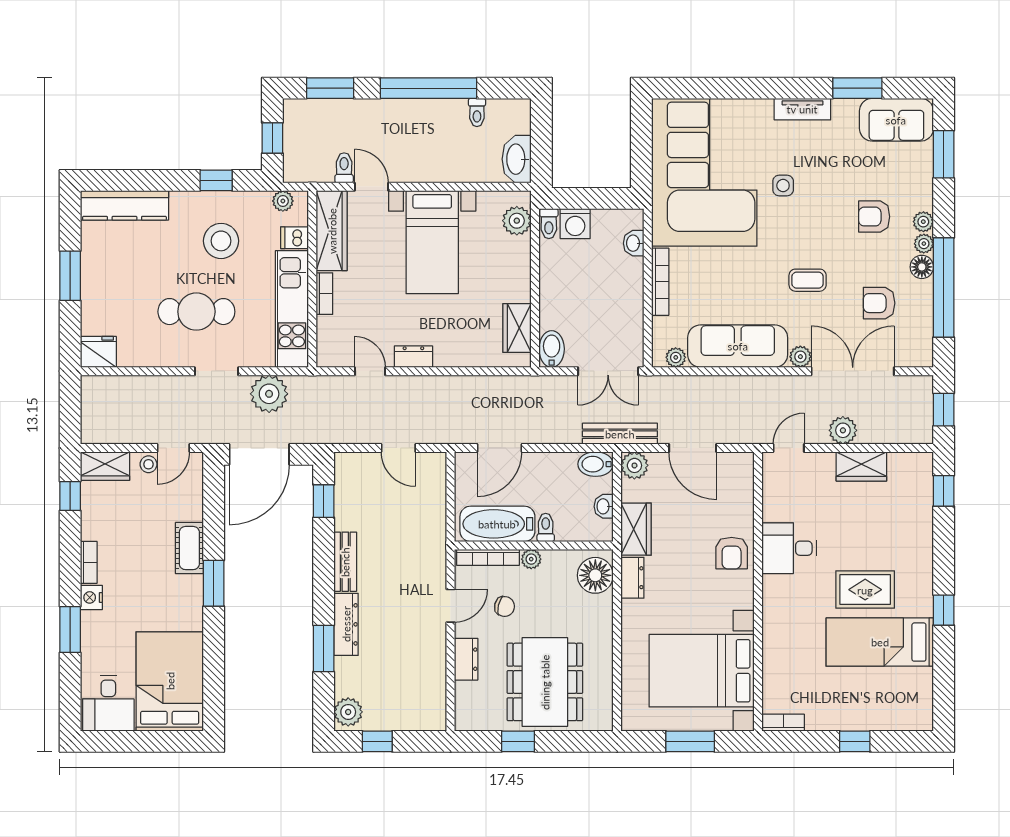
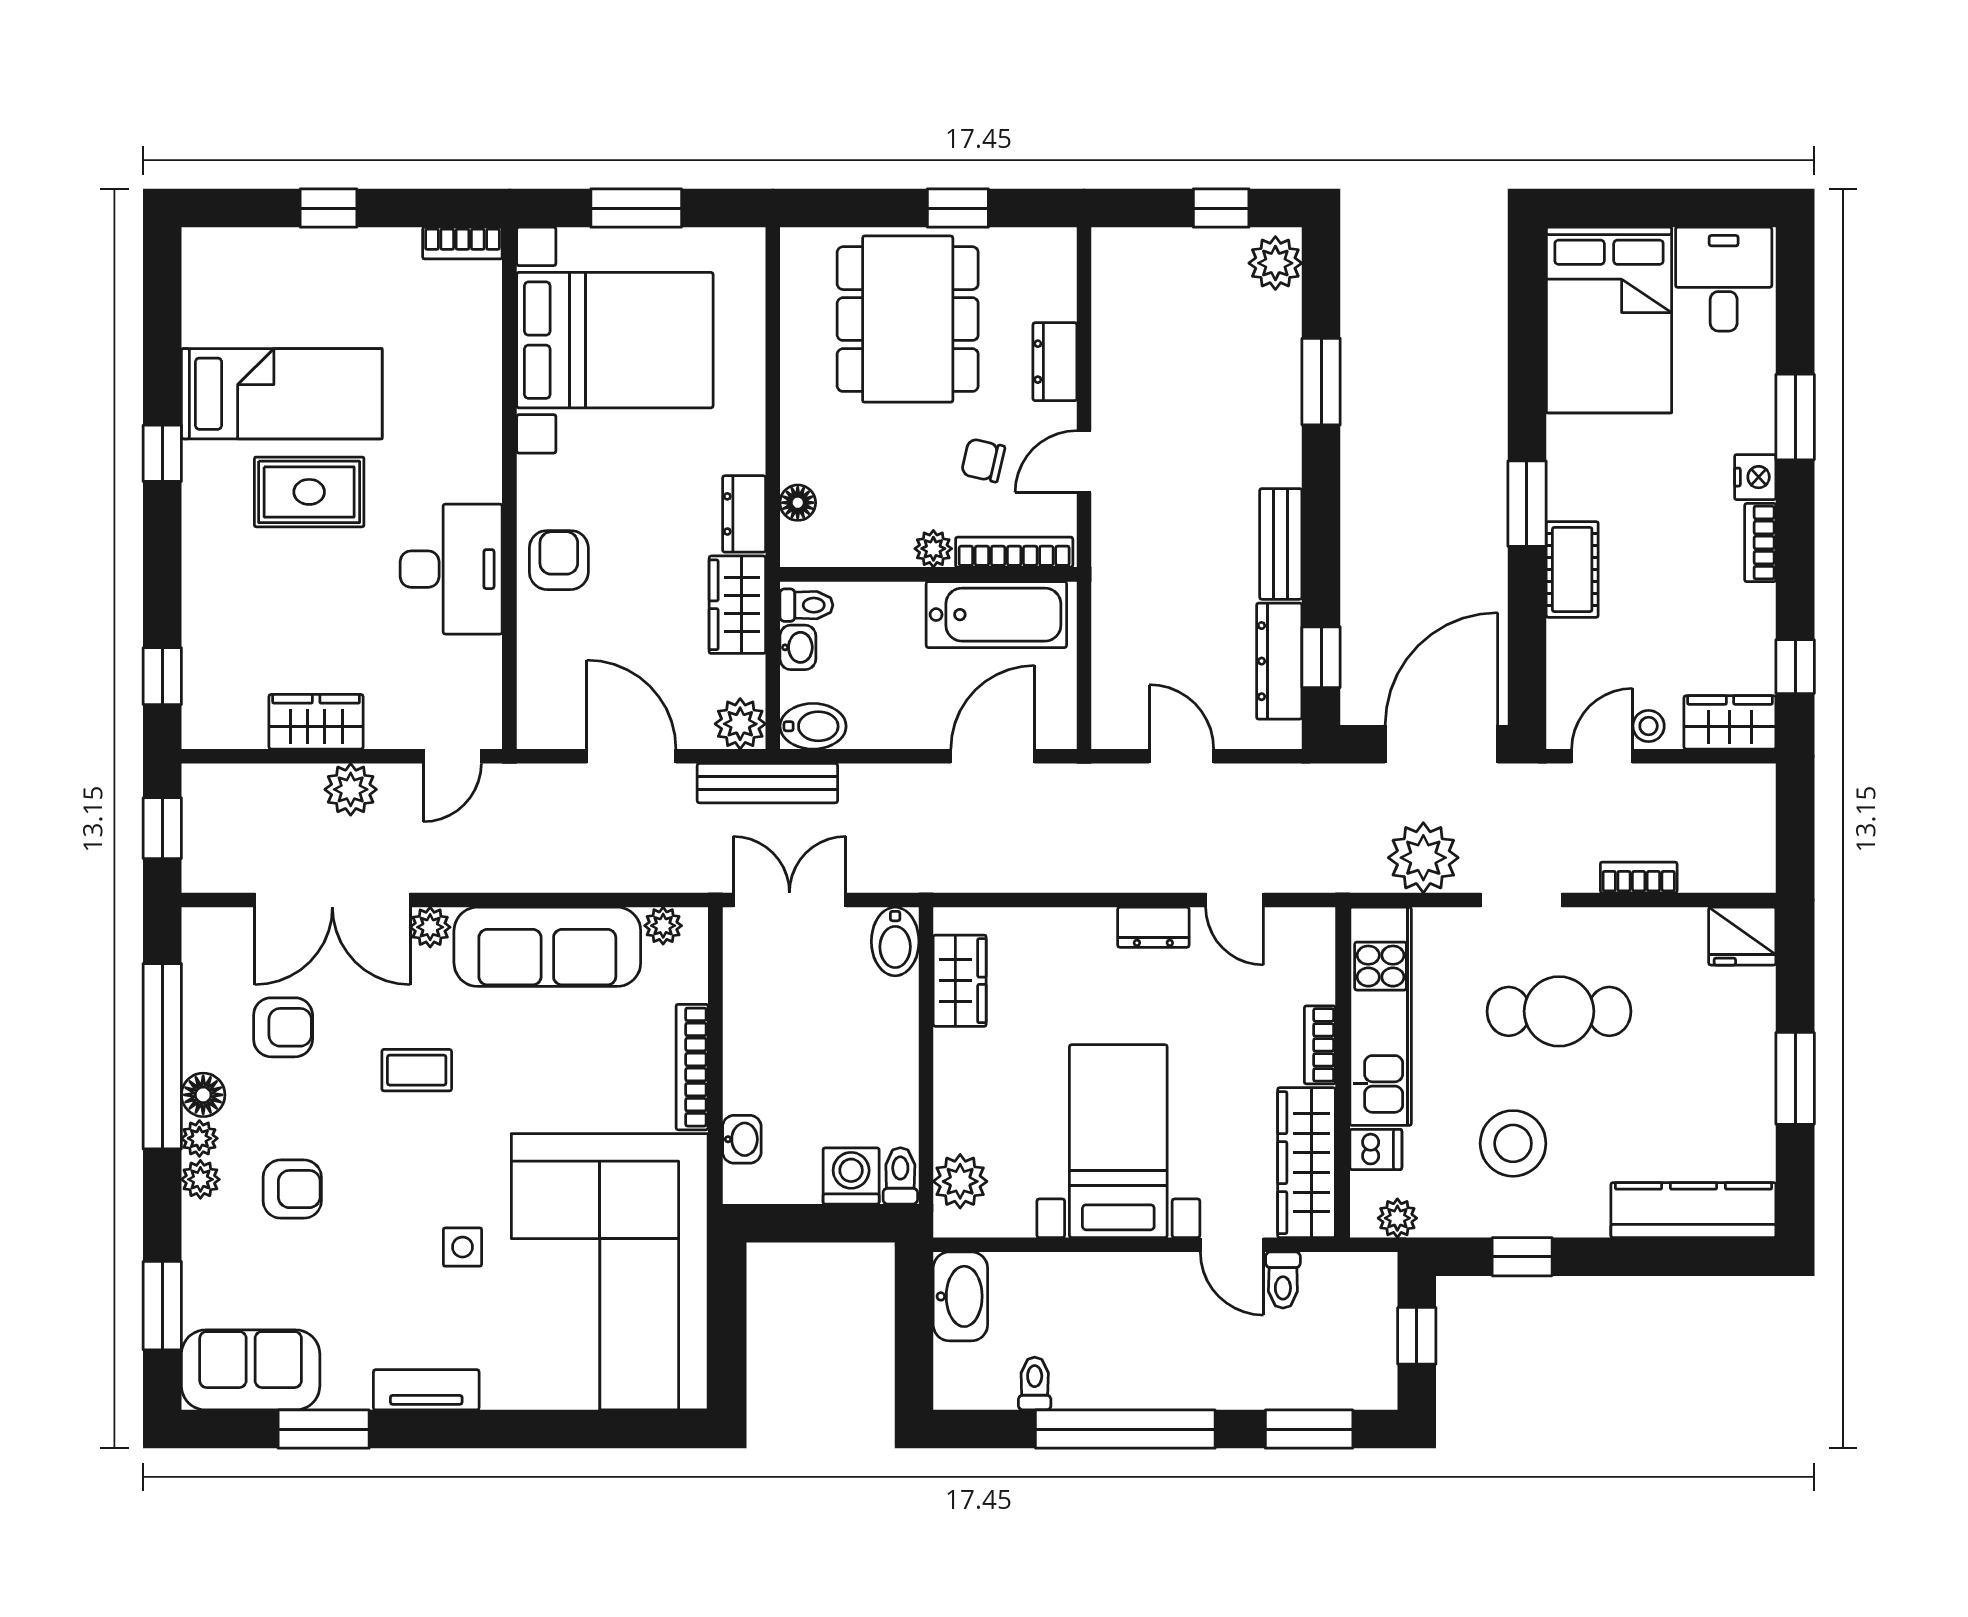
bookcase: (154, 383) -> (1639, 877), added
toilet: (546, 527) -> (806, 605), moved, turned -90
desk: (789, 548) -> (451, 569), width x1.37
floor lamp: (595, 575) -> (798, 503), width x0.53, depth x0.53
dresser: (346, 624) -> (1279, 661), moved

